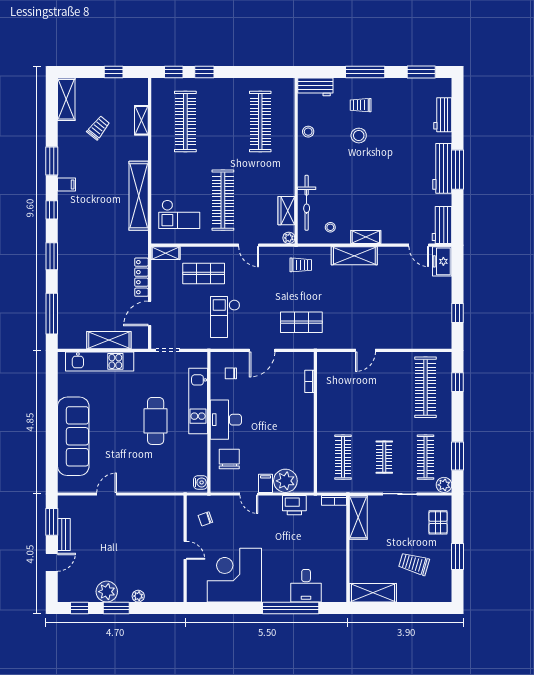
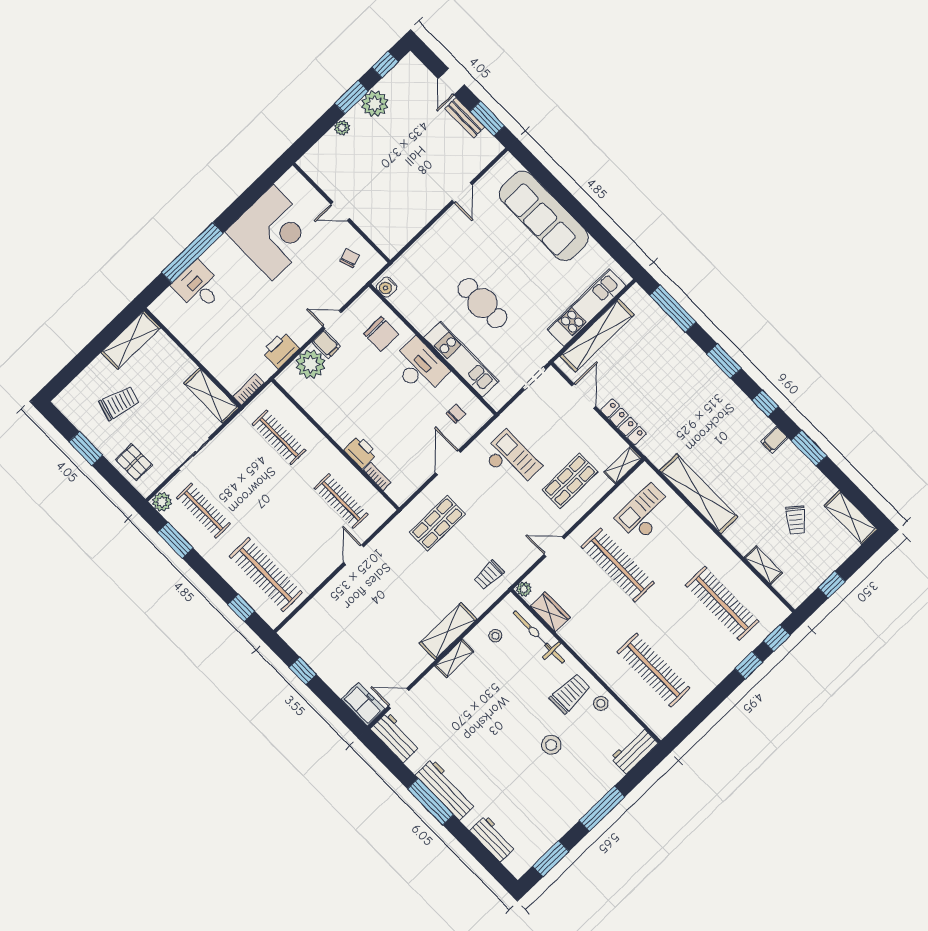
trolley: (361, 105) -> (570, 694), moved, width x1.36, depth x1.39
shelving: (109, 340) -> (597, 335), width x1.47
printer: (305, 404) -> (361, 452), added
clothes rail: (384, 457) -> (341, 501), moved, width x1.36

